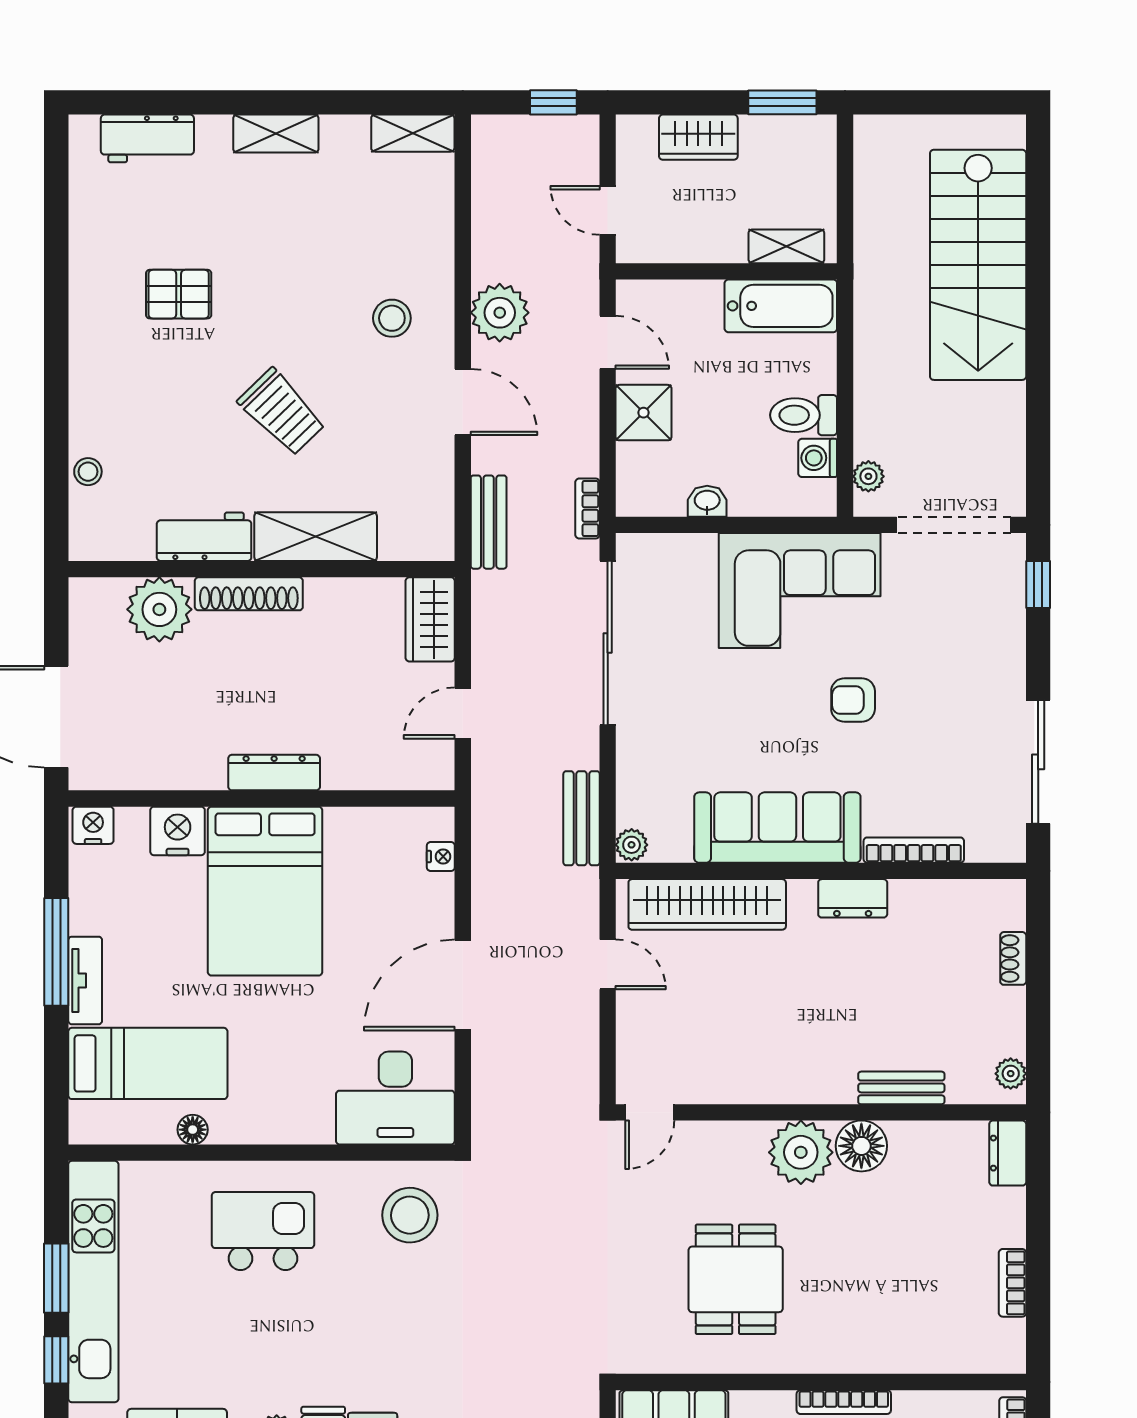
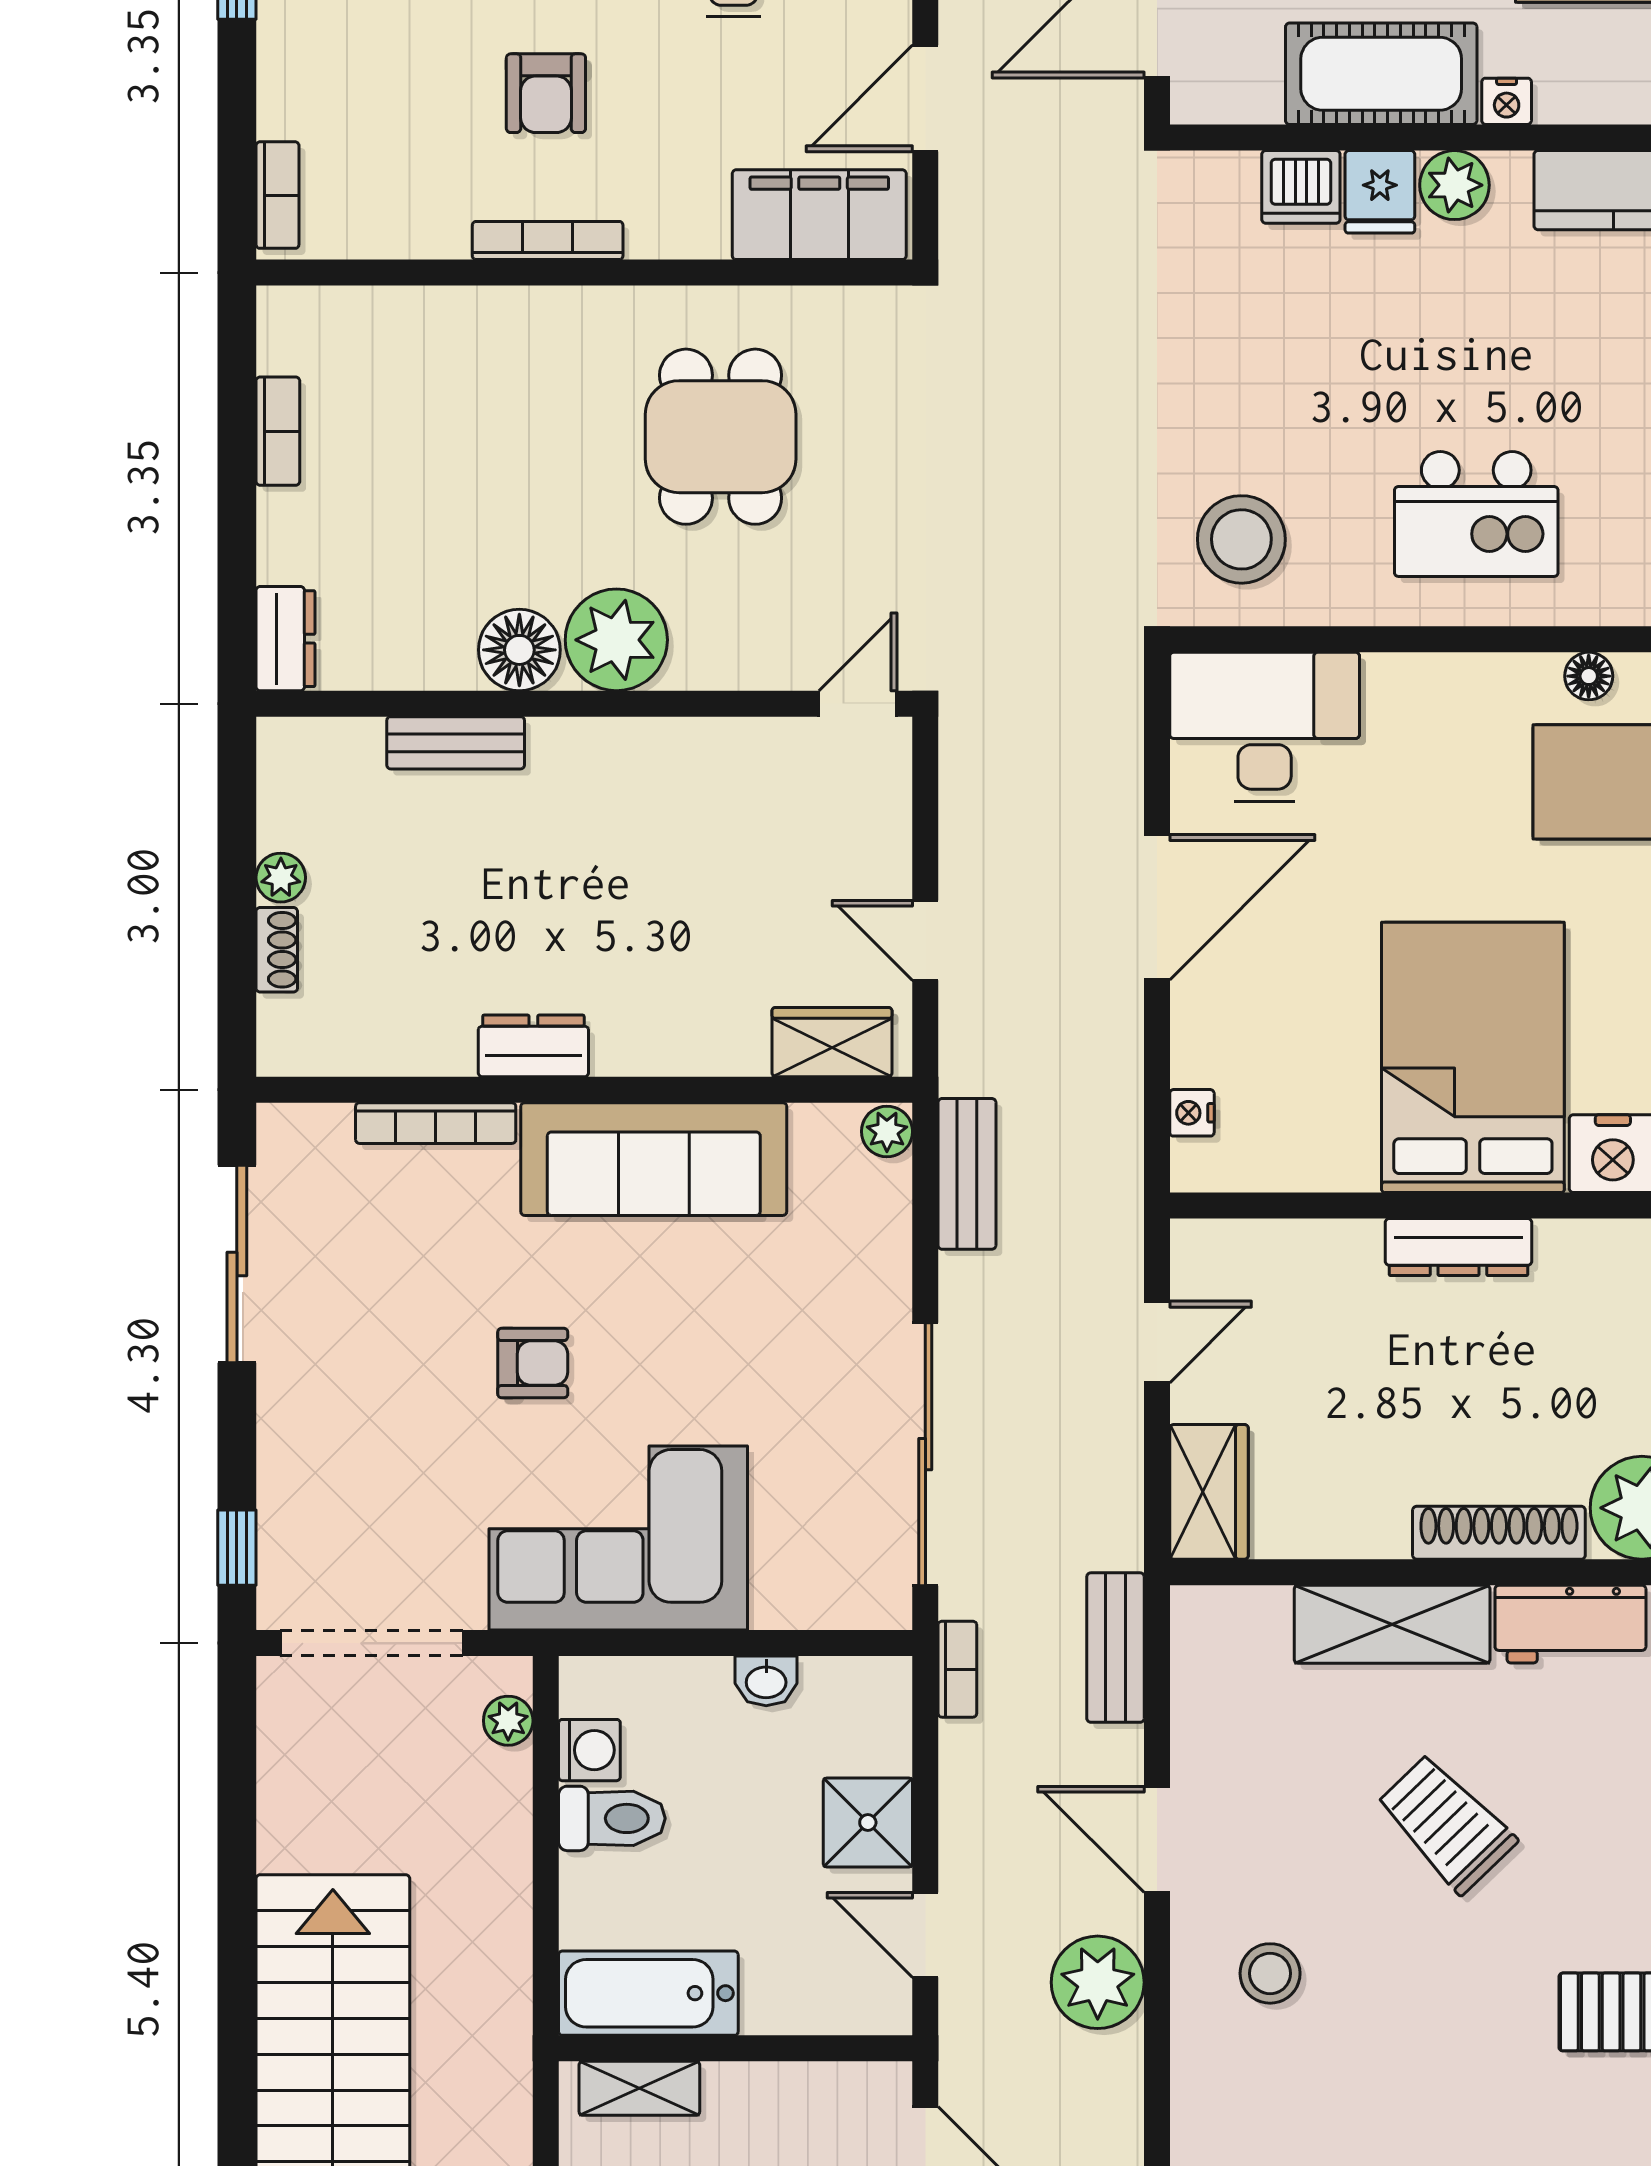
wardrobe: (707, 904) -> (832, 1042), width x0.48, depth x0.85
plant: (1011, 1074) -> (281, 878), moved

